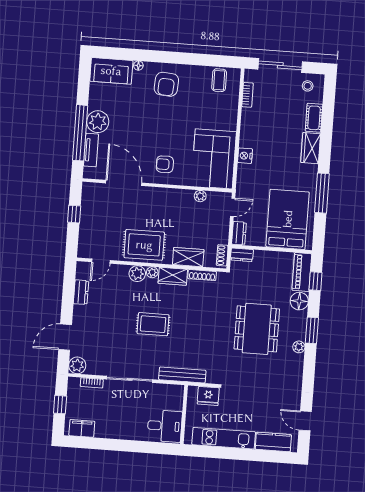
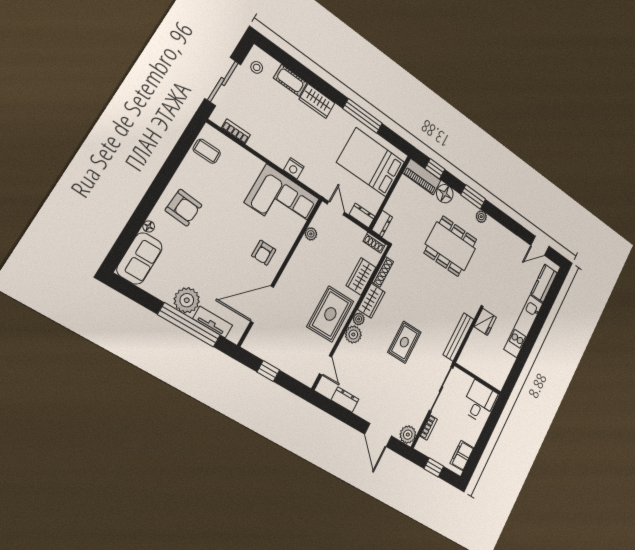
wall: (184, 415) -> (478, 379), moved
desk: (165, 426) -> (479, 402), moved

